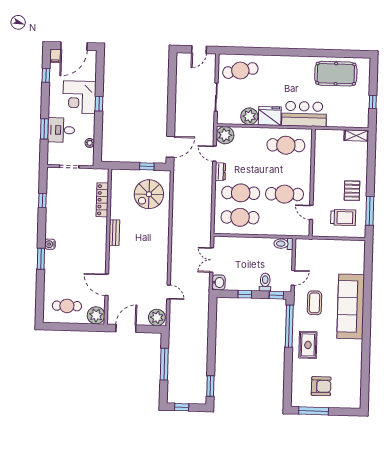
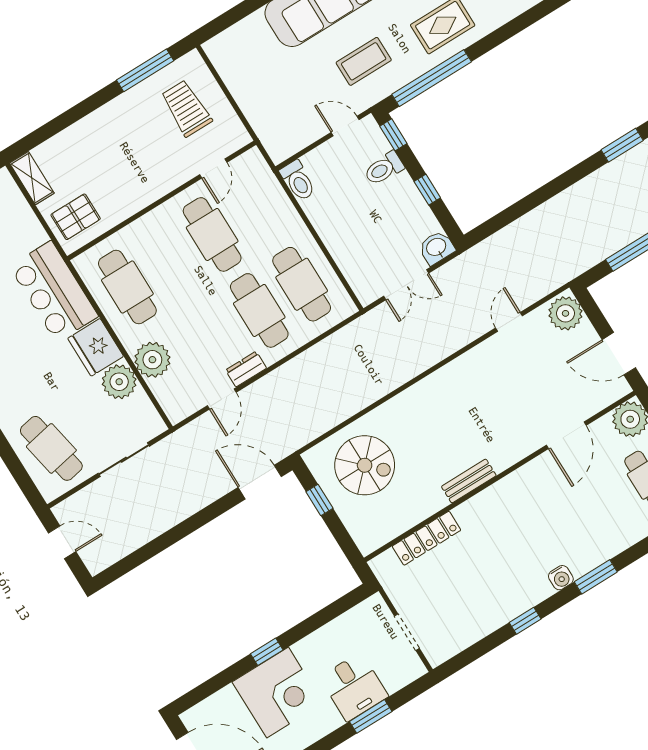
plant: (225, 135) -> (152, 360), moved
plant: (90, 143) -> (344, 624), removed
pallet: (352, 191) -> (76, 217), moved
window: (42, 201) -> (525, 621), moved

